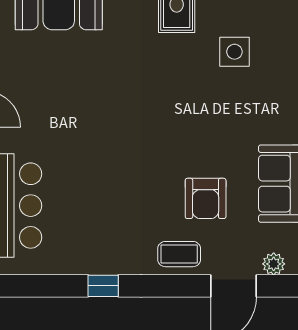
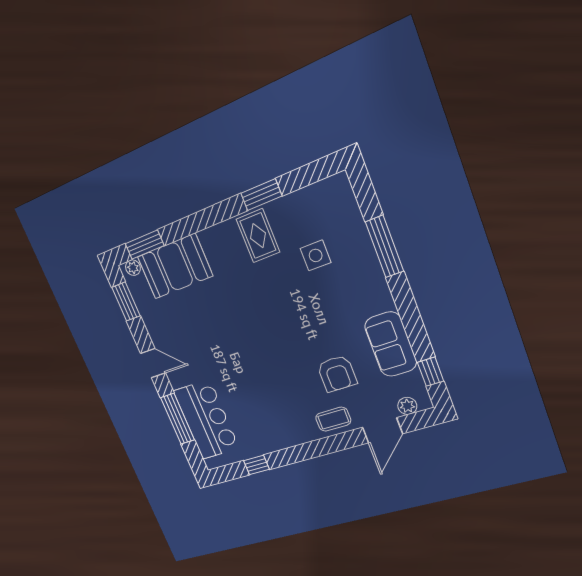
window: (103, 286) -> (256, 465), moved

